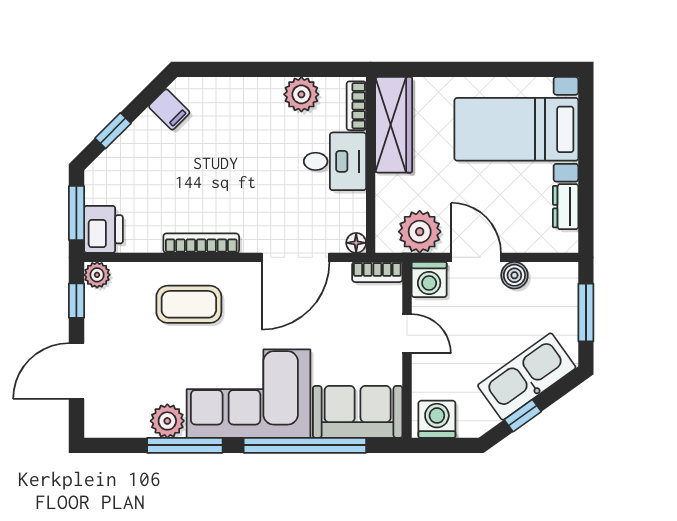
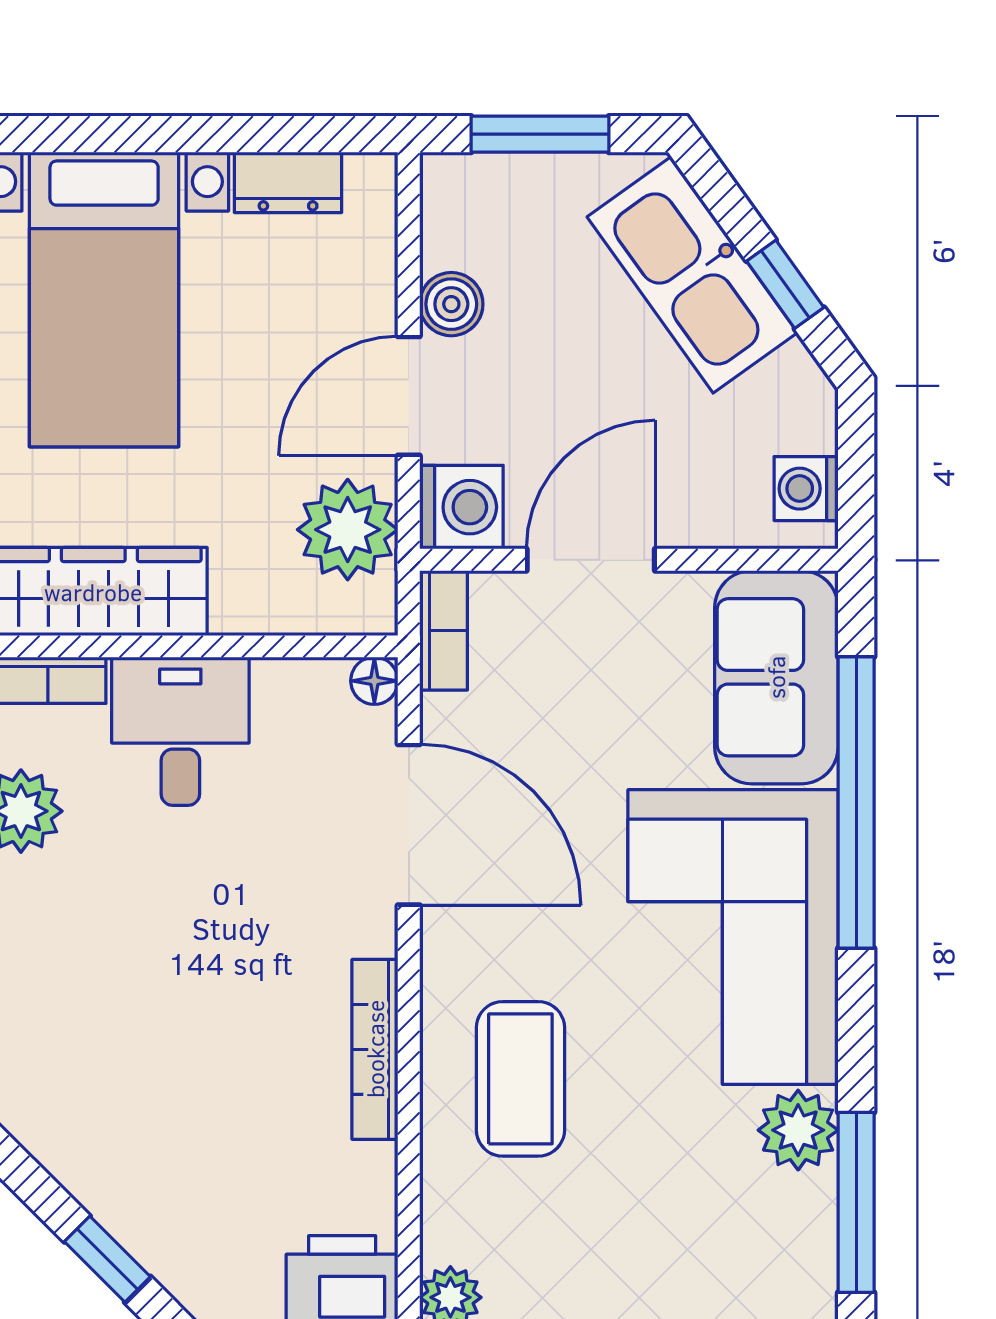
filing cabinet: (169, 109) -> (57, 1126), removed
door: (407, 334) -> (591, 560), width x1.38
washing machine: (437, 419) -> (806, 489), width x0.73, depth x0.73
window: (185, 445) -> (856, 1202), moved

